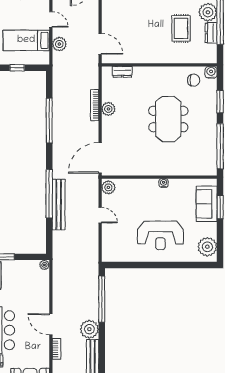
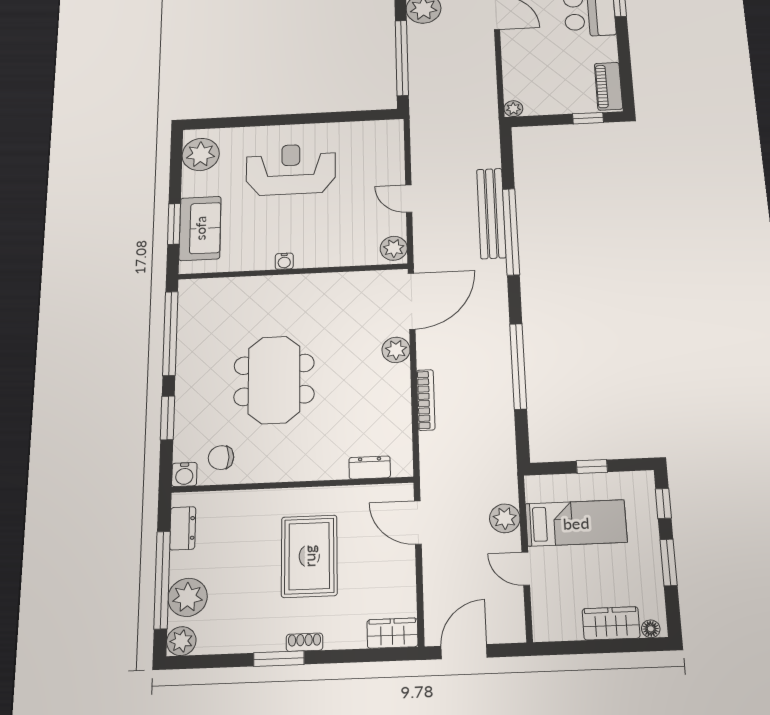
rug: (181, 28) -> (309, 556), moved, width x1.36, depth x1.43
dresser: (211, 33) -> (183, 528), moved
plant: (108, 109) -> (396, 350), moved

